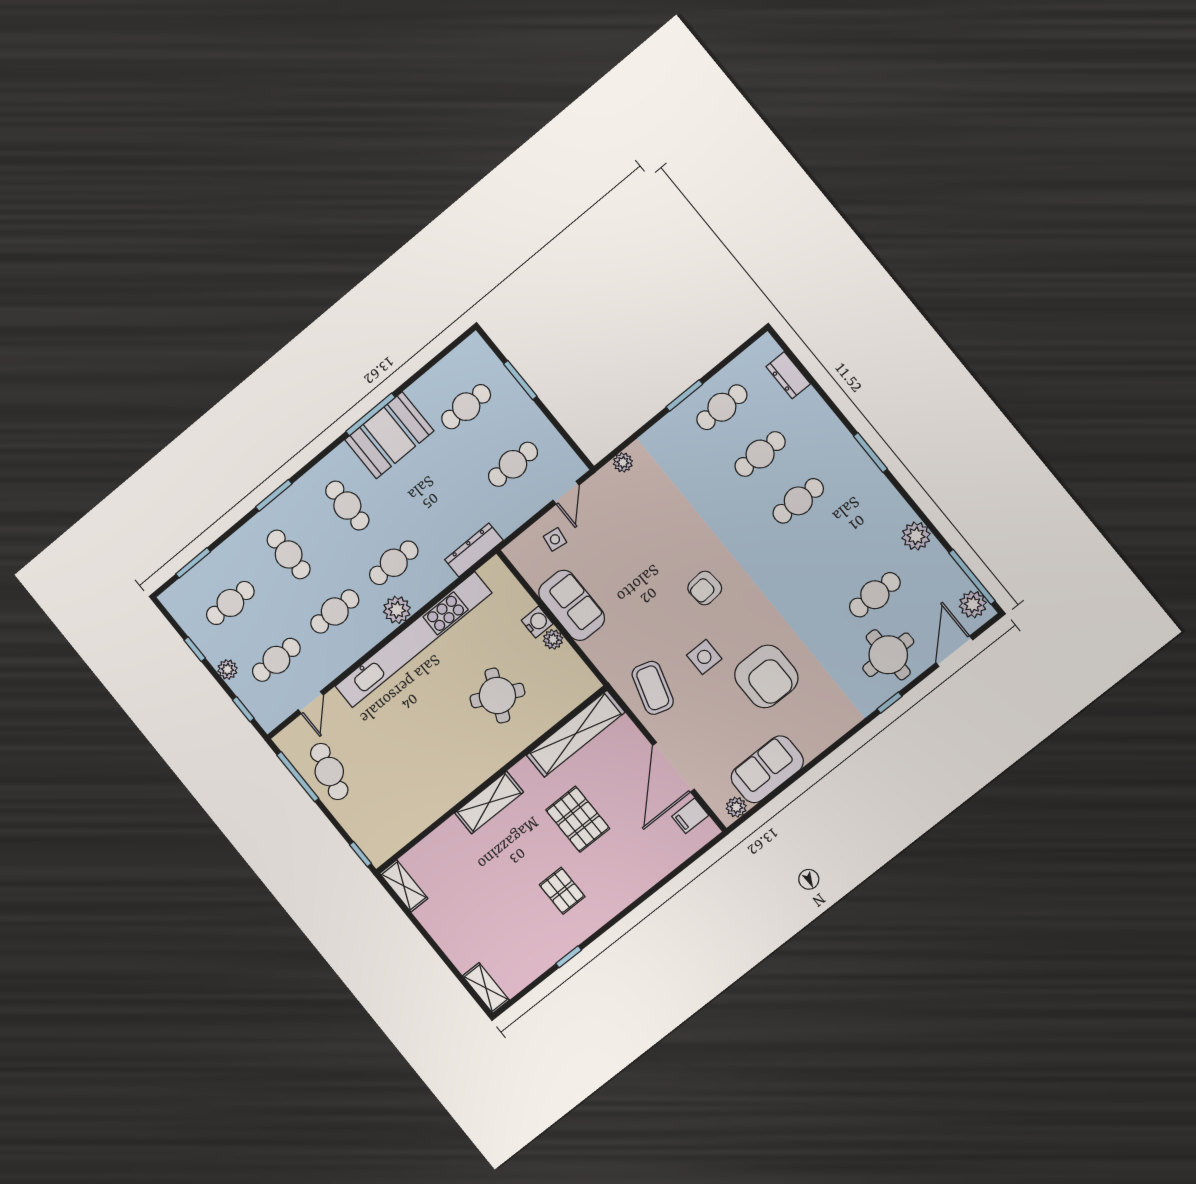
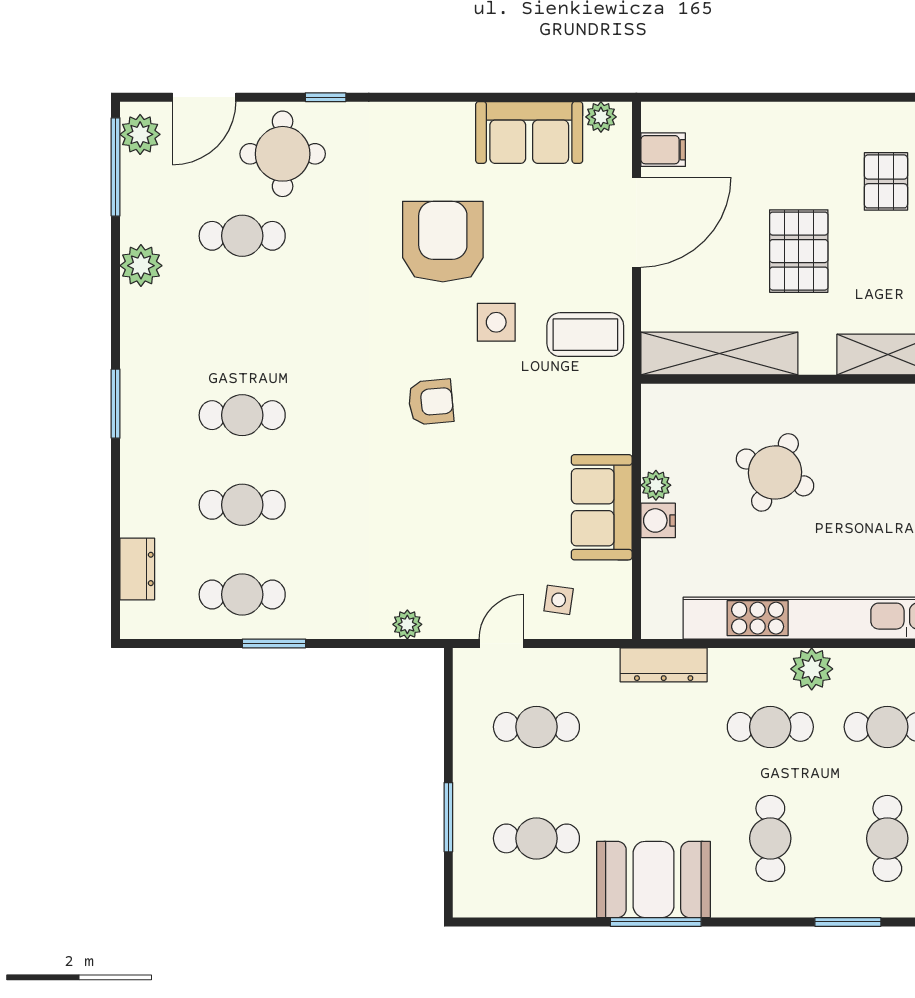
coffee table: (653, 688) -> (585, 335), turned 73

